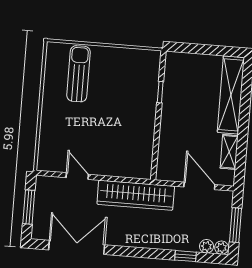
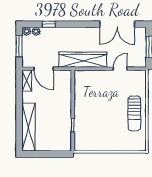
sun lounger: (79, 74) -> (134, 113), moved
shelving: (229, 152) -> (27, 81), moved
door: (77, 176) -> (120, 69), swing flipped

